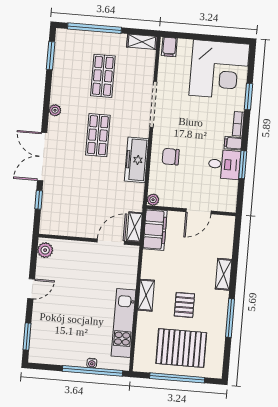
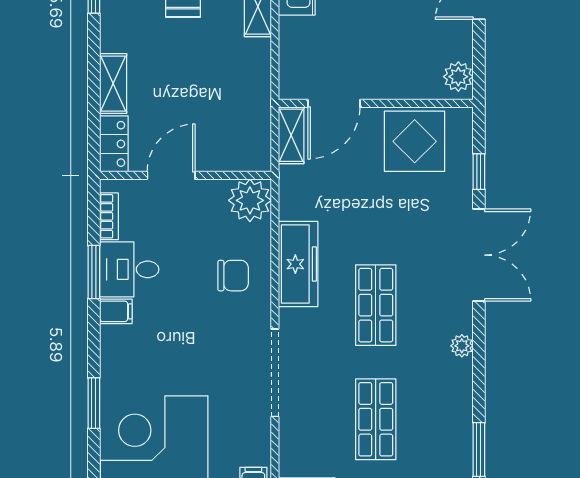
bookcase: (238, 124) -> (109, 216), moved
plant: (153, 200) -> (250, 200), width x1.88, depth x1.88
display table: (71, 218) -> (415, 141), added
filing cabinet: (155, 230) -> (251, 133), removed
locker: (227, 230) -> (114, 144), added
shelving: (224, 274) -> (113, 84), moved

